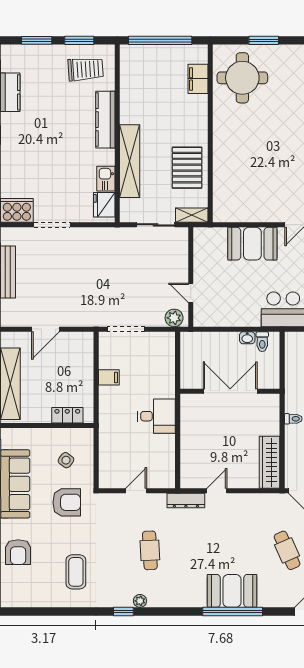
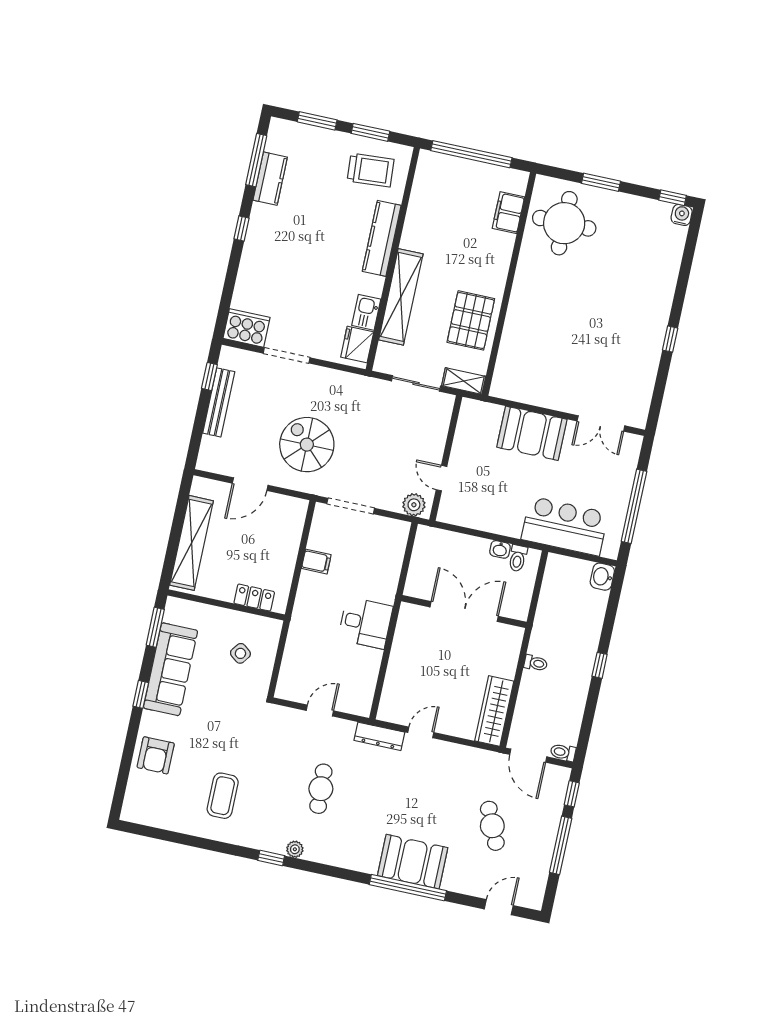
spiral stairs: (82, 290) -> (307, 445), added
armchair: (67, 502) -> (230, 706), removed

